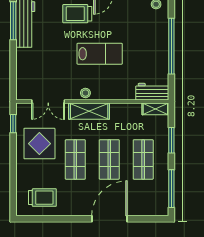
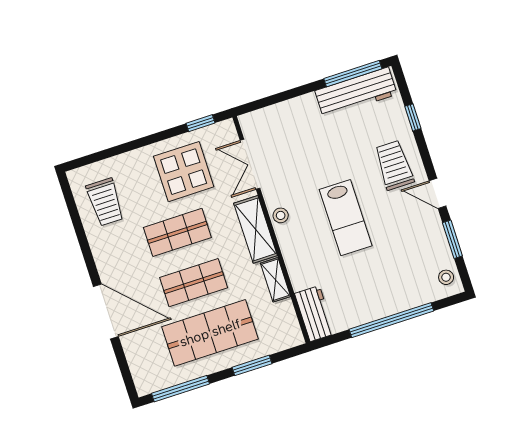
shelving: (155, 109) -> (275, 280), moved
shop shelf: (143, 159) -> (210, 333), width x1.43, depth x1.36

